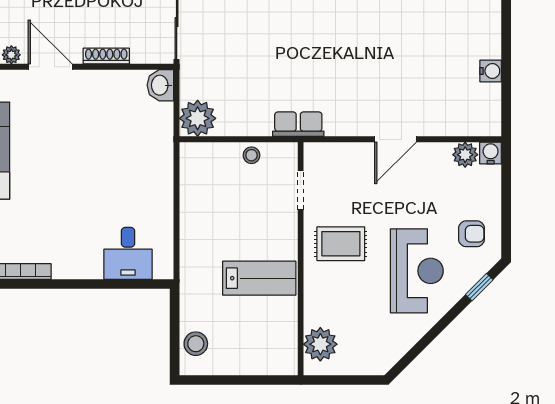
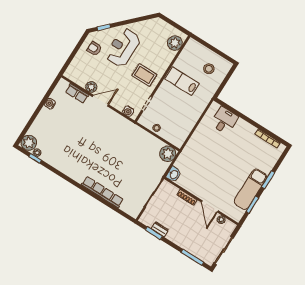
row of seats: (298, 124) -> (77, 93), moved
water cooler: (491, 153) -> (128, 111), moved
plant: (465, 155) -> (91, 87), moved
stool: (196, 344) -> (209, 69), moved

